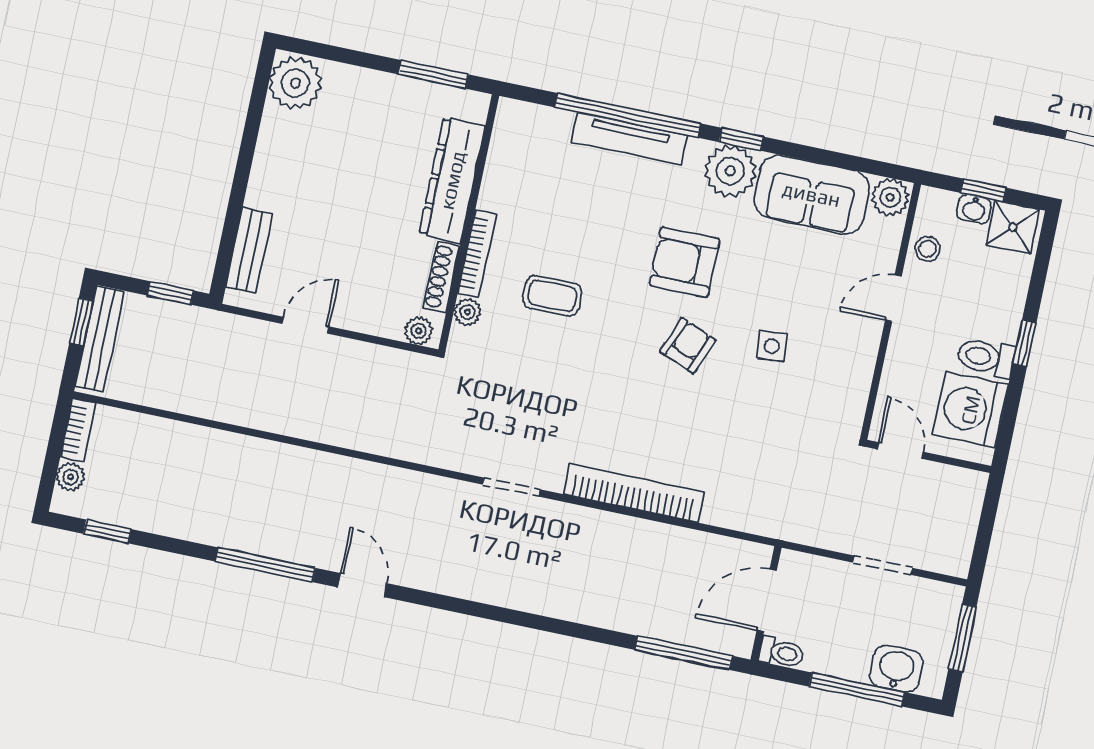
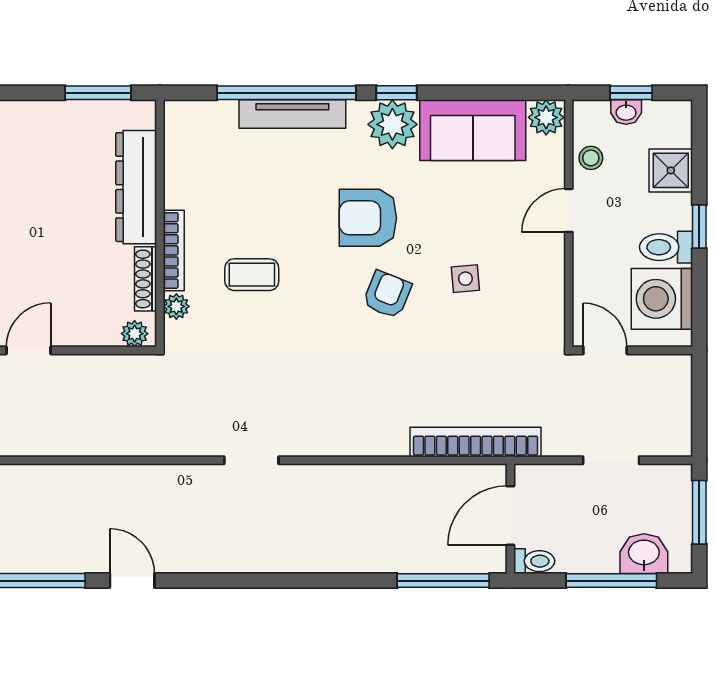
shower: (1013, 227) -> (671, 170), moved
bookcase: (634, 493) -> (476, 442), moved

